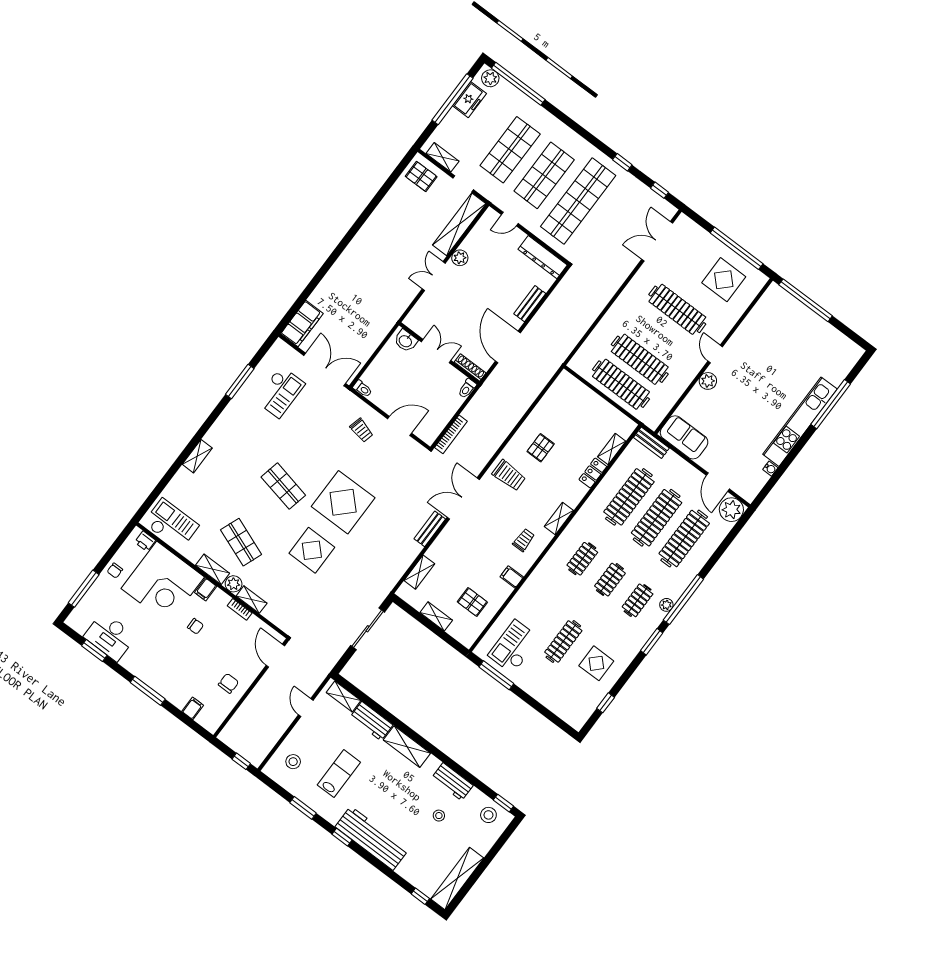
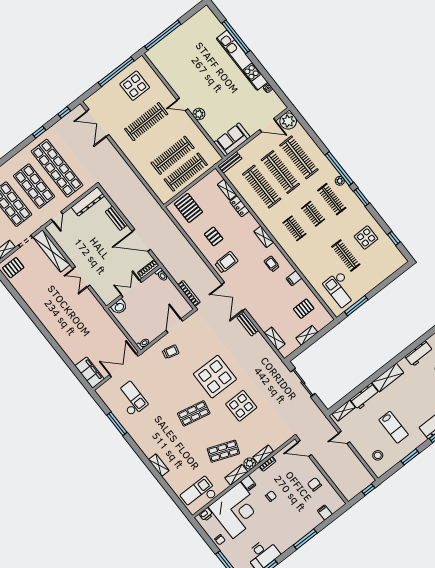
plant: (460, 258) -> (74, 256), removed
pallet: (571, 401) -> (188, 208), added
clothes rail: (638, 600) -> (332, 199), width x1.36
lab bench: (339, 774) -> (394, 427), turned 180

